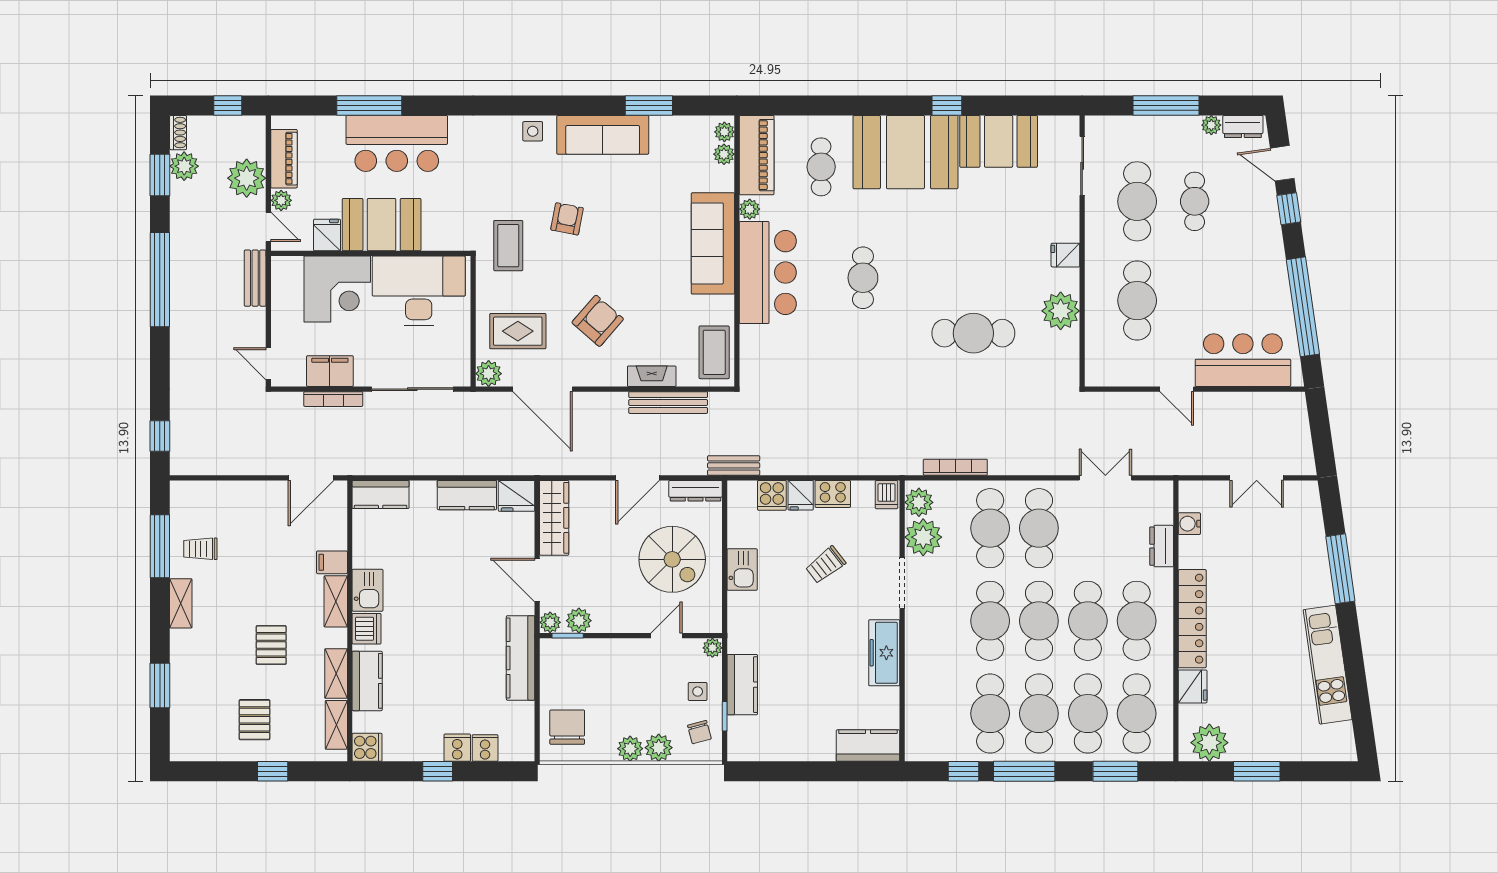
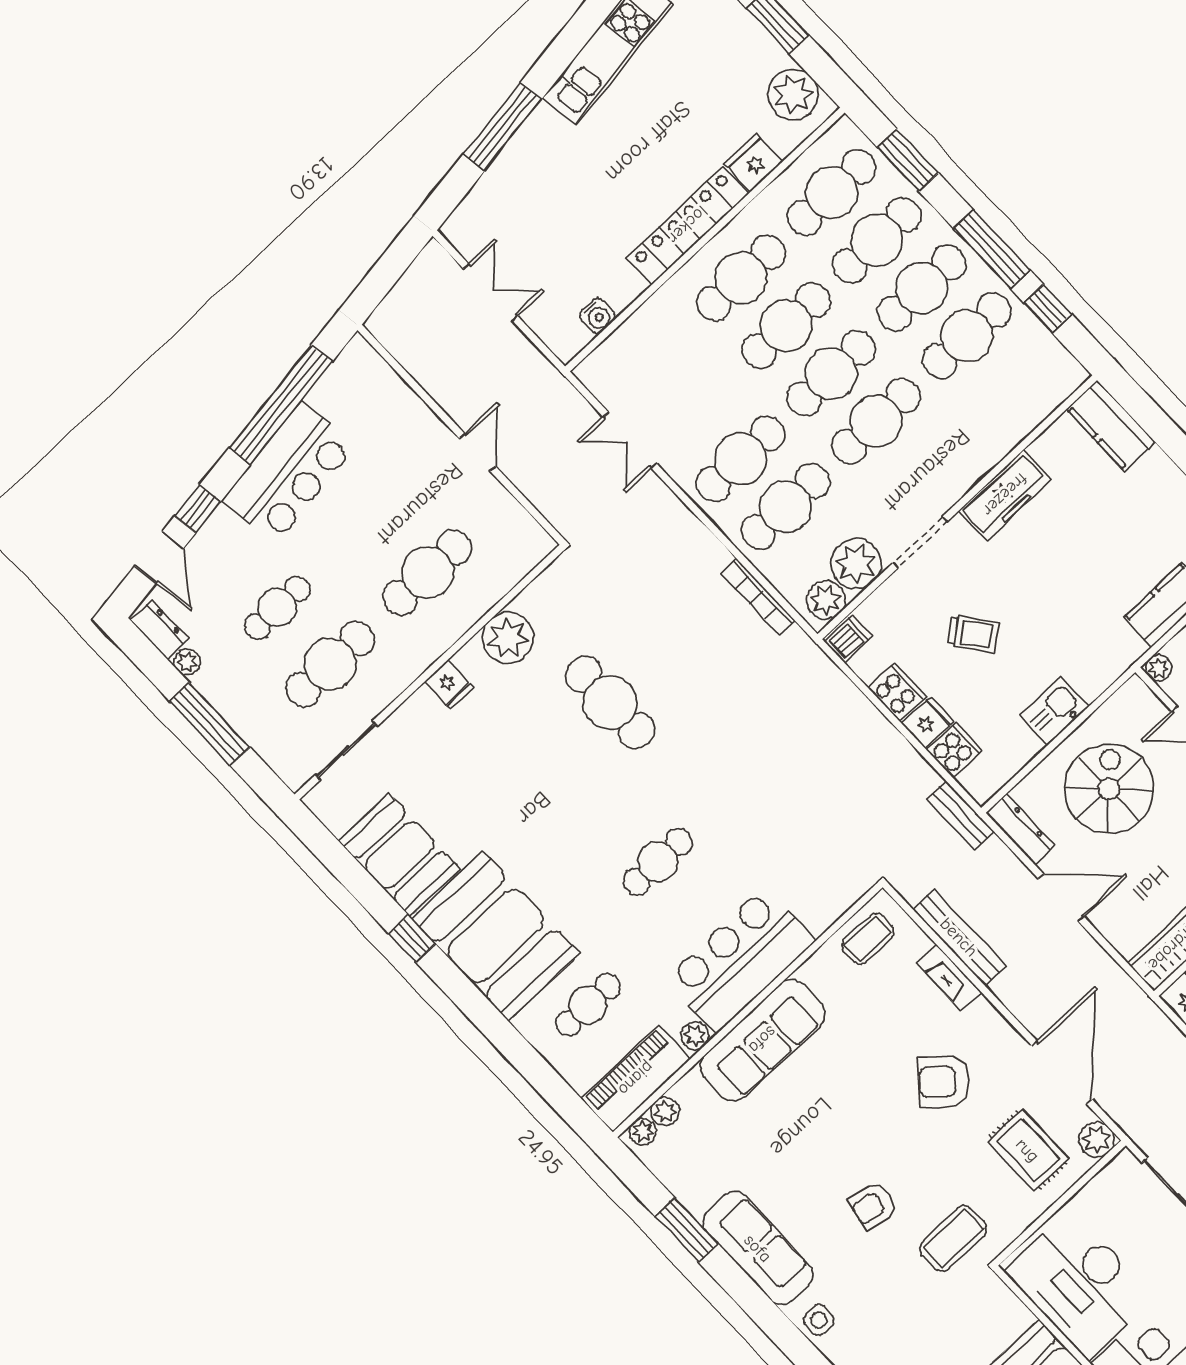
coffee table: (714, 352) -> (868, 939), width x0.73, depth x0.77
bar counter: (1243, 360) -> (289, 473), moved, turned -98
dresser: (1162, 546) -> (645, 322), removed

